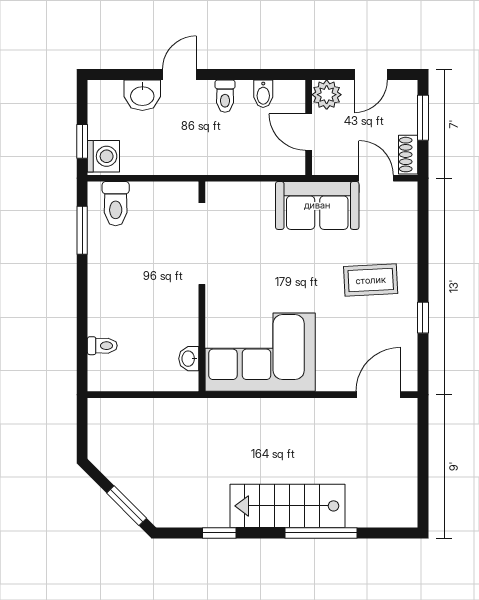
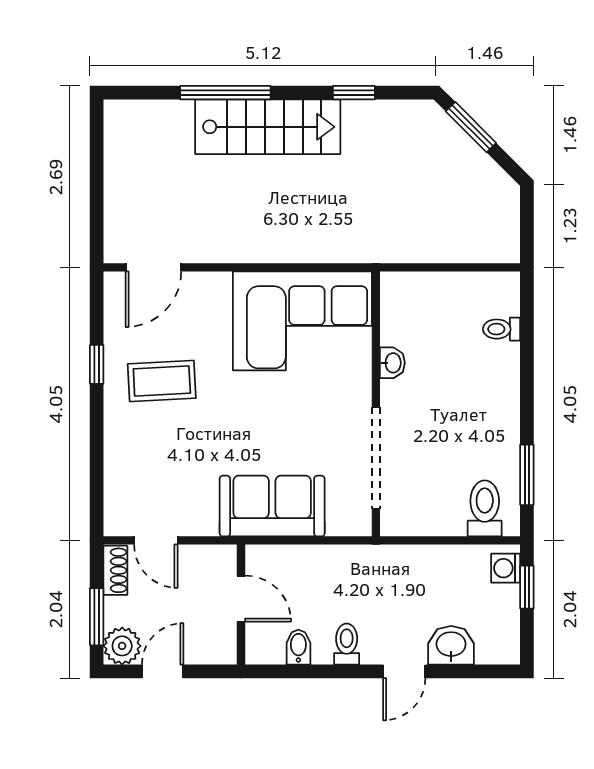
plant: (327, 95) -> (122, 646), moved
washing machine: (103, 156) -> (506, 568), width x0.73, depth x0.73
sofa: (317, 205) -> (272, 506), moved
coffee table: (371, 280) -> (162, 381), moved
washbasin: (189, 359) -> (392, 363), moved

